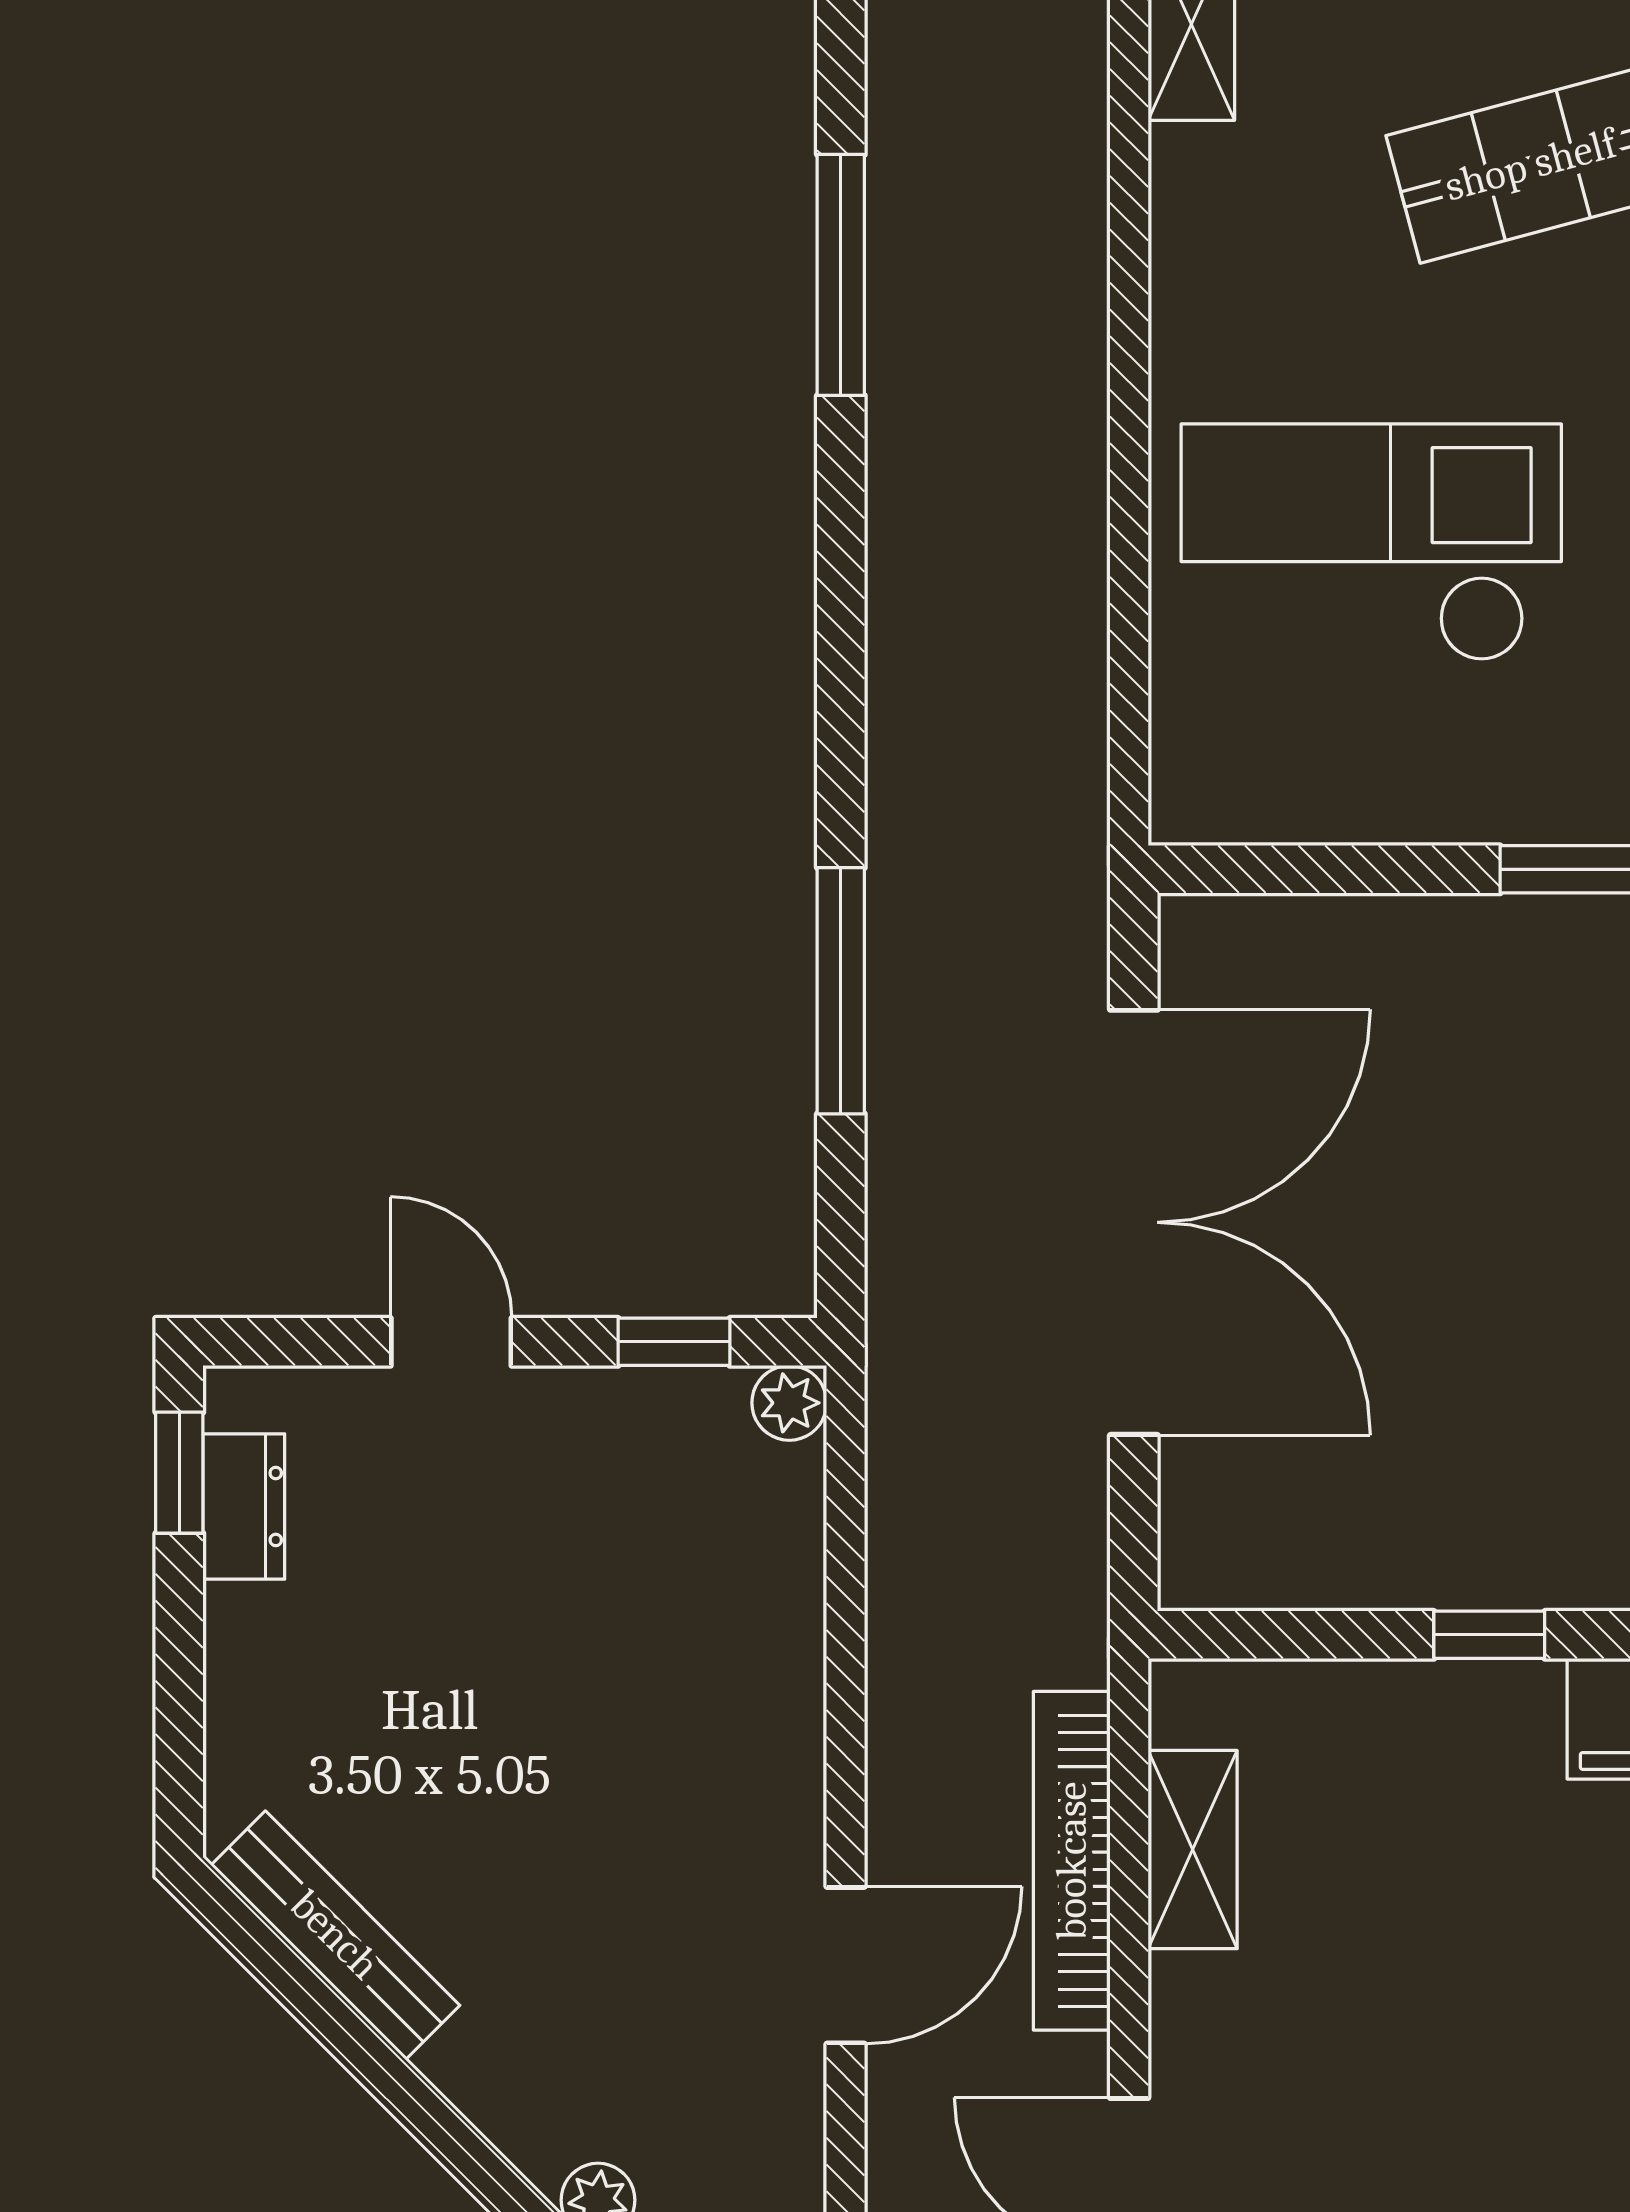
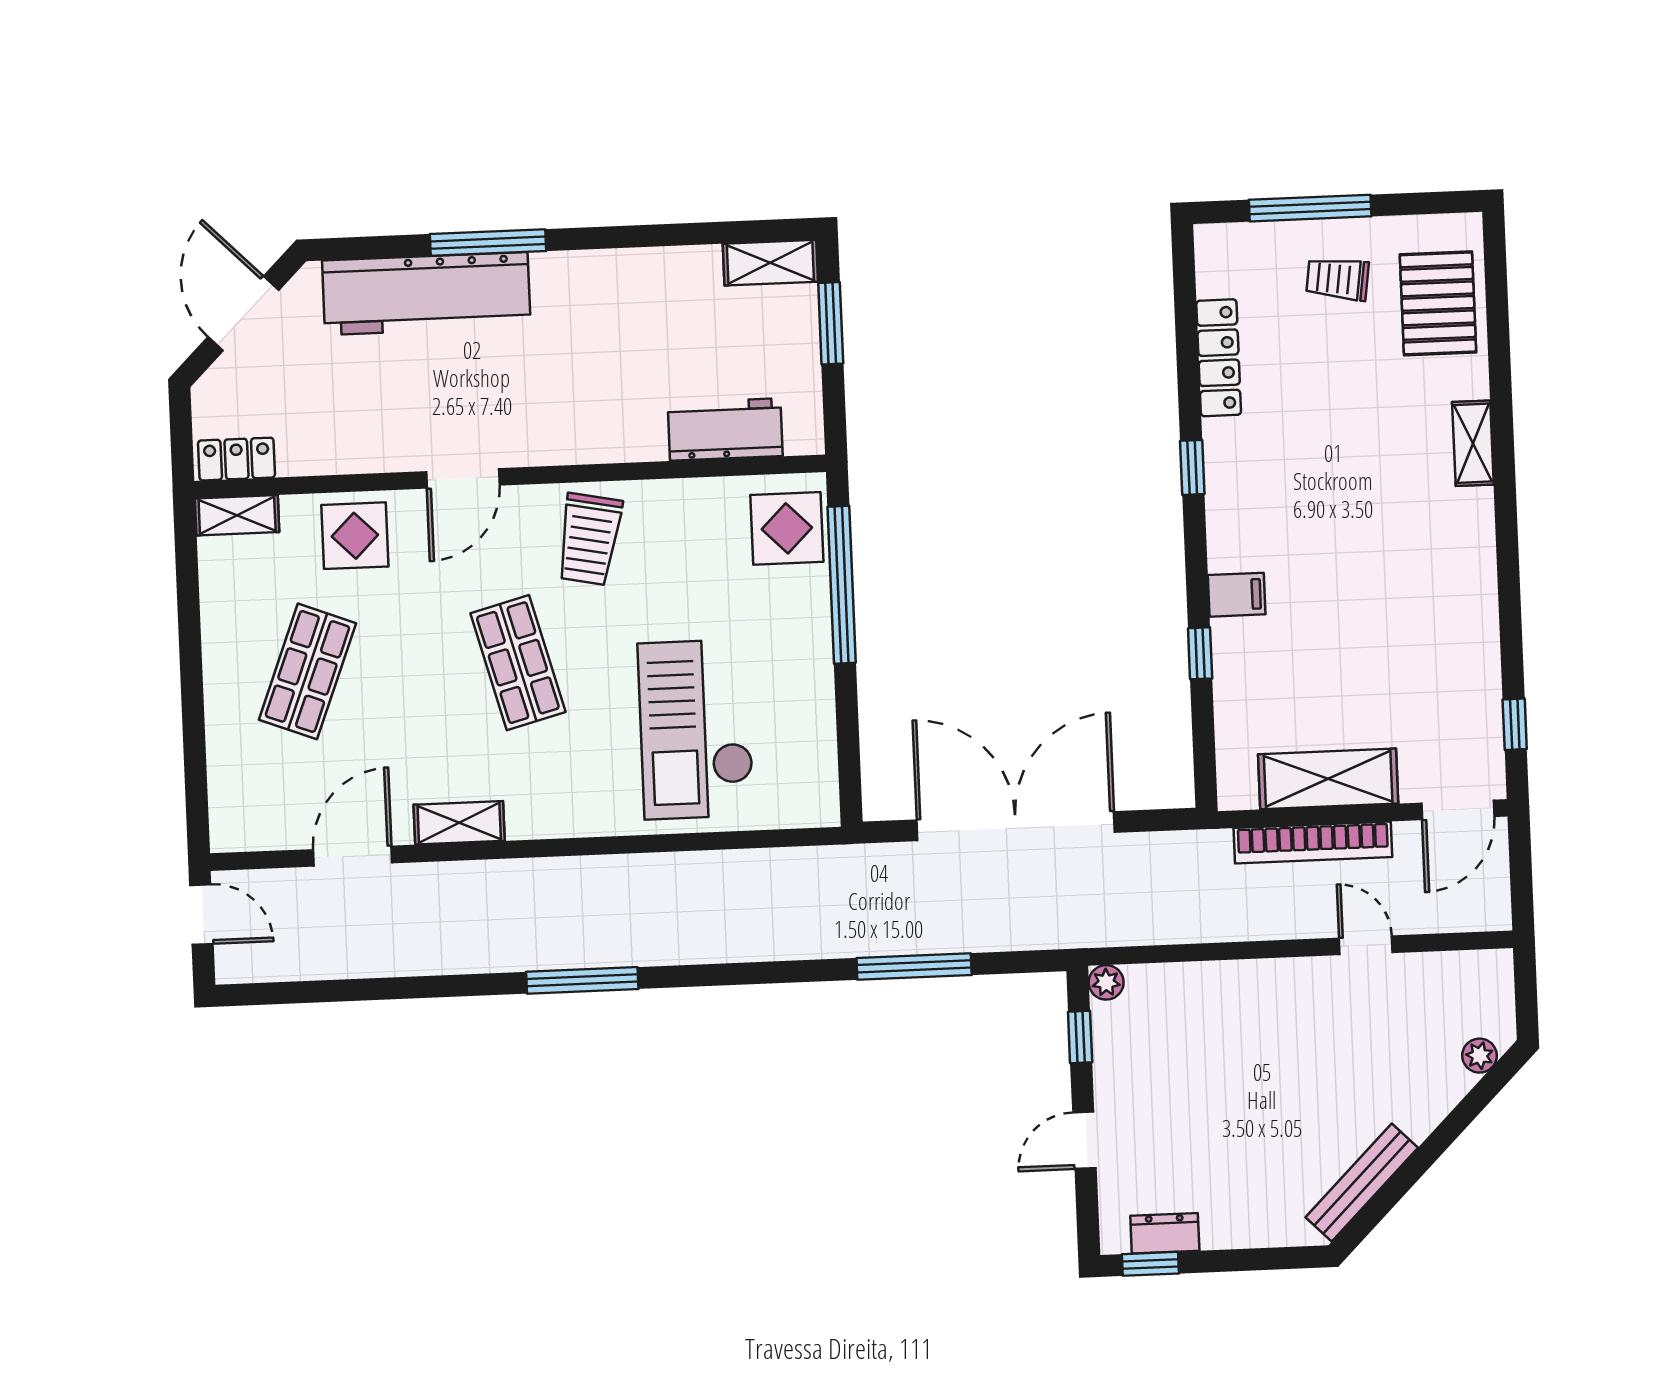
shelving: (1193, 1850) -> (1328, 779), width x1.50, depth x1.33
door: (846, 1965) -> (1366, 945), width x0.73

